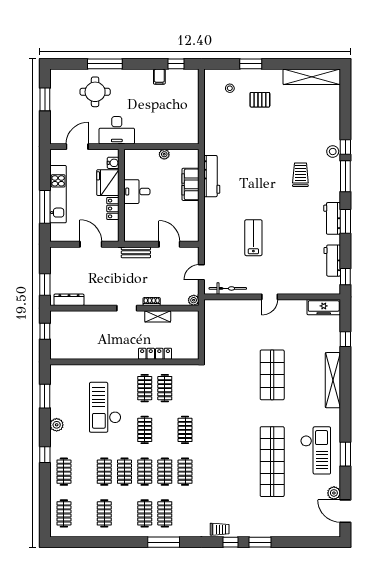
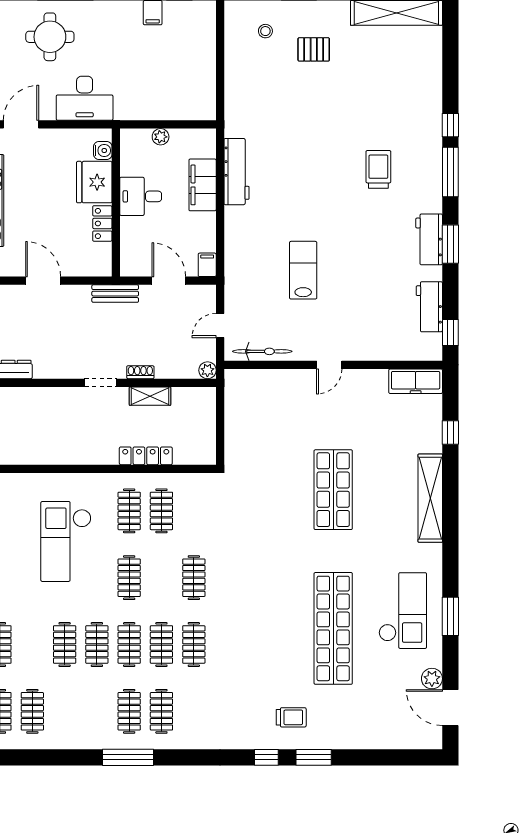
stool: (333, 151) -> (430, 132), removed
water cooler: (113, 163) -> (103, 151), moved
fridge: (108, 183) -> (94, 182), moved
desk: (137, 192) -> (141, 196), moved
wall: (121, 195) -> (116, 203), moved
locker: (113, 208) -> (102, 223), moved
filing cabinet: (193, 234) -> (207, 265), added
clothes rail: (104, 513) -> (32, 711), moved
trolley: (220, 529) -> (291, 717), moved
window: (164, 542) -> (128, 757), moved

